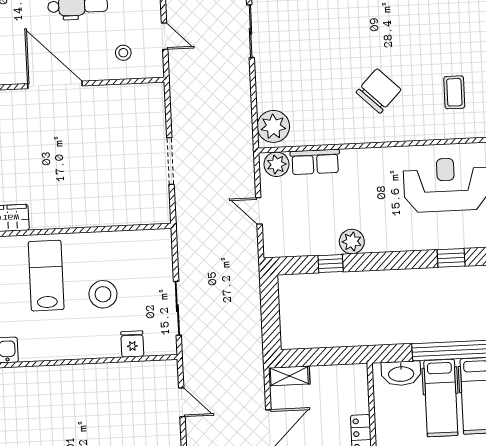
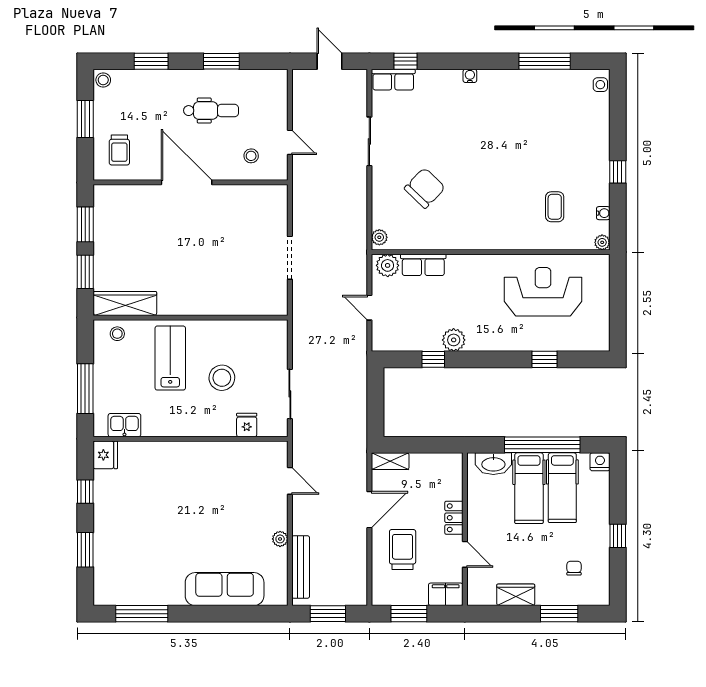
chair: (379, 91) -> (425, 188), moved
plant: (273, 126) -> (379, 237), width x0.53, depth x0.53

